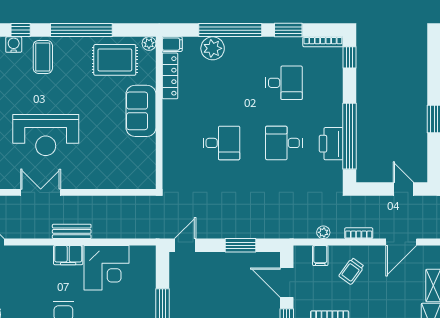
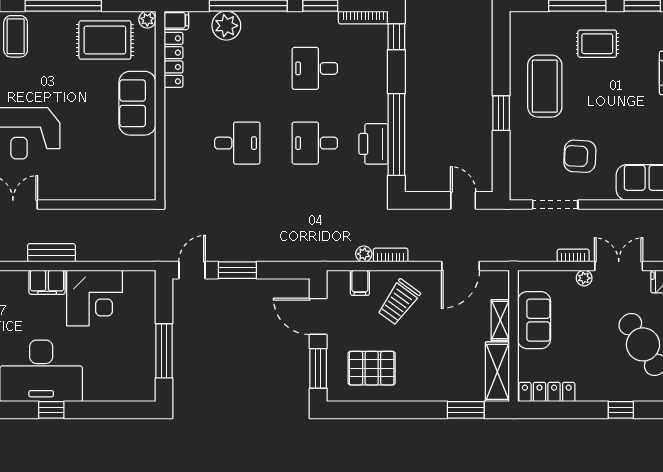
desk: (284, 83) -> (315, 68), turned 180
bookcase: (359, 233) -> (391, 255), moved
window: (240, 245) -> (237, 270), moved
trolley: (351, 271) -> (399, 302), width x1.36, depth x1.39

